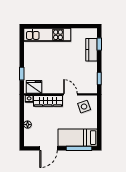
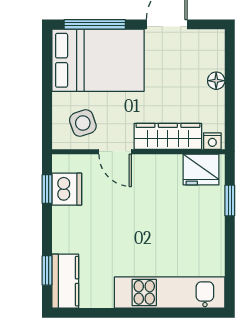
kitchen counter: (91, 50) -> (65, 281), moved
dishwasher: (91, 79) -> (67, 189), added
bed: (78, 138) -> (98, 60), width x1.50

